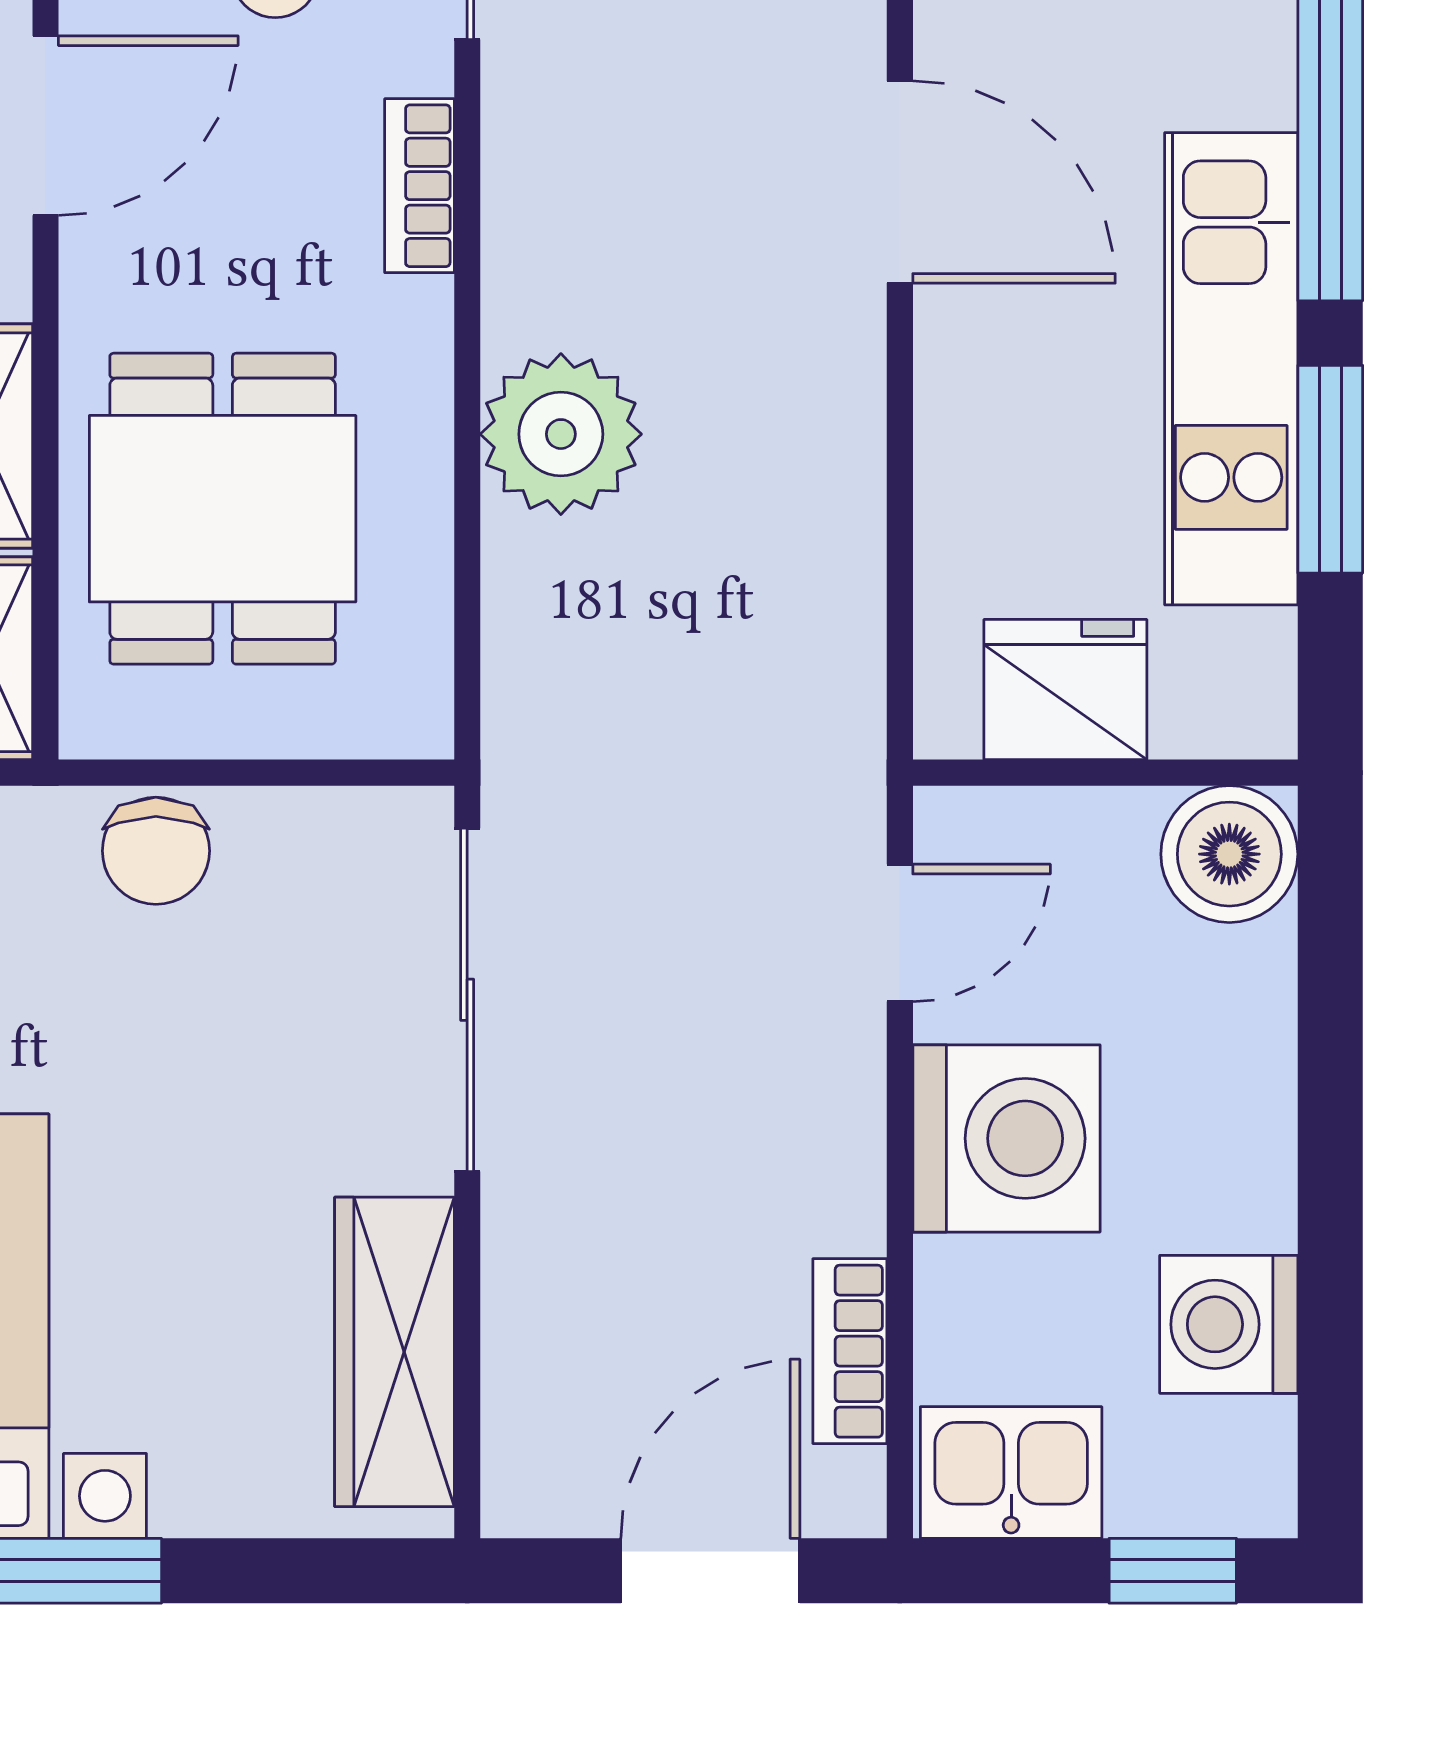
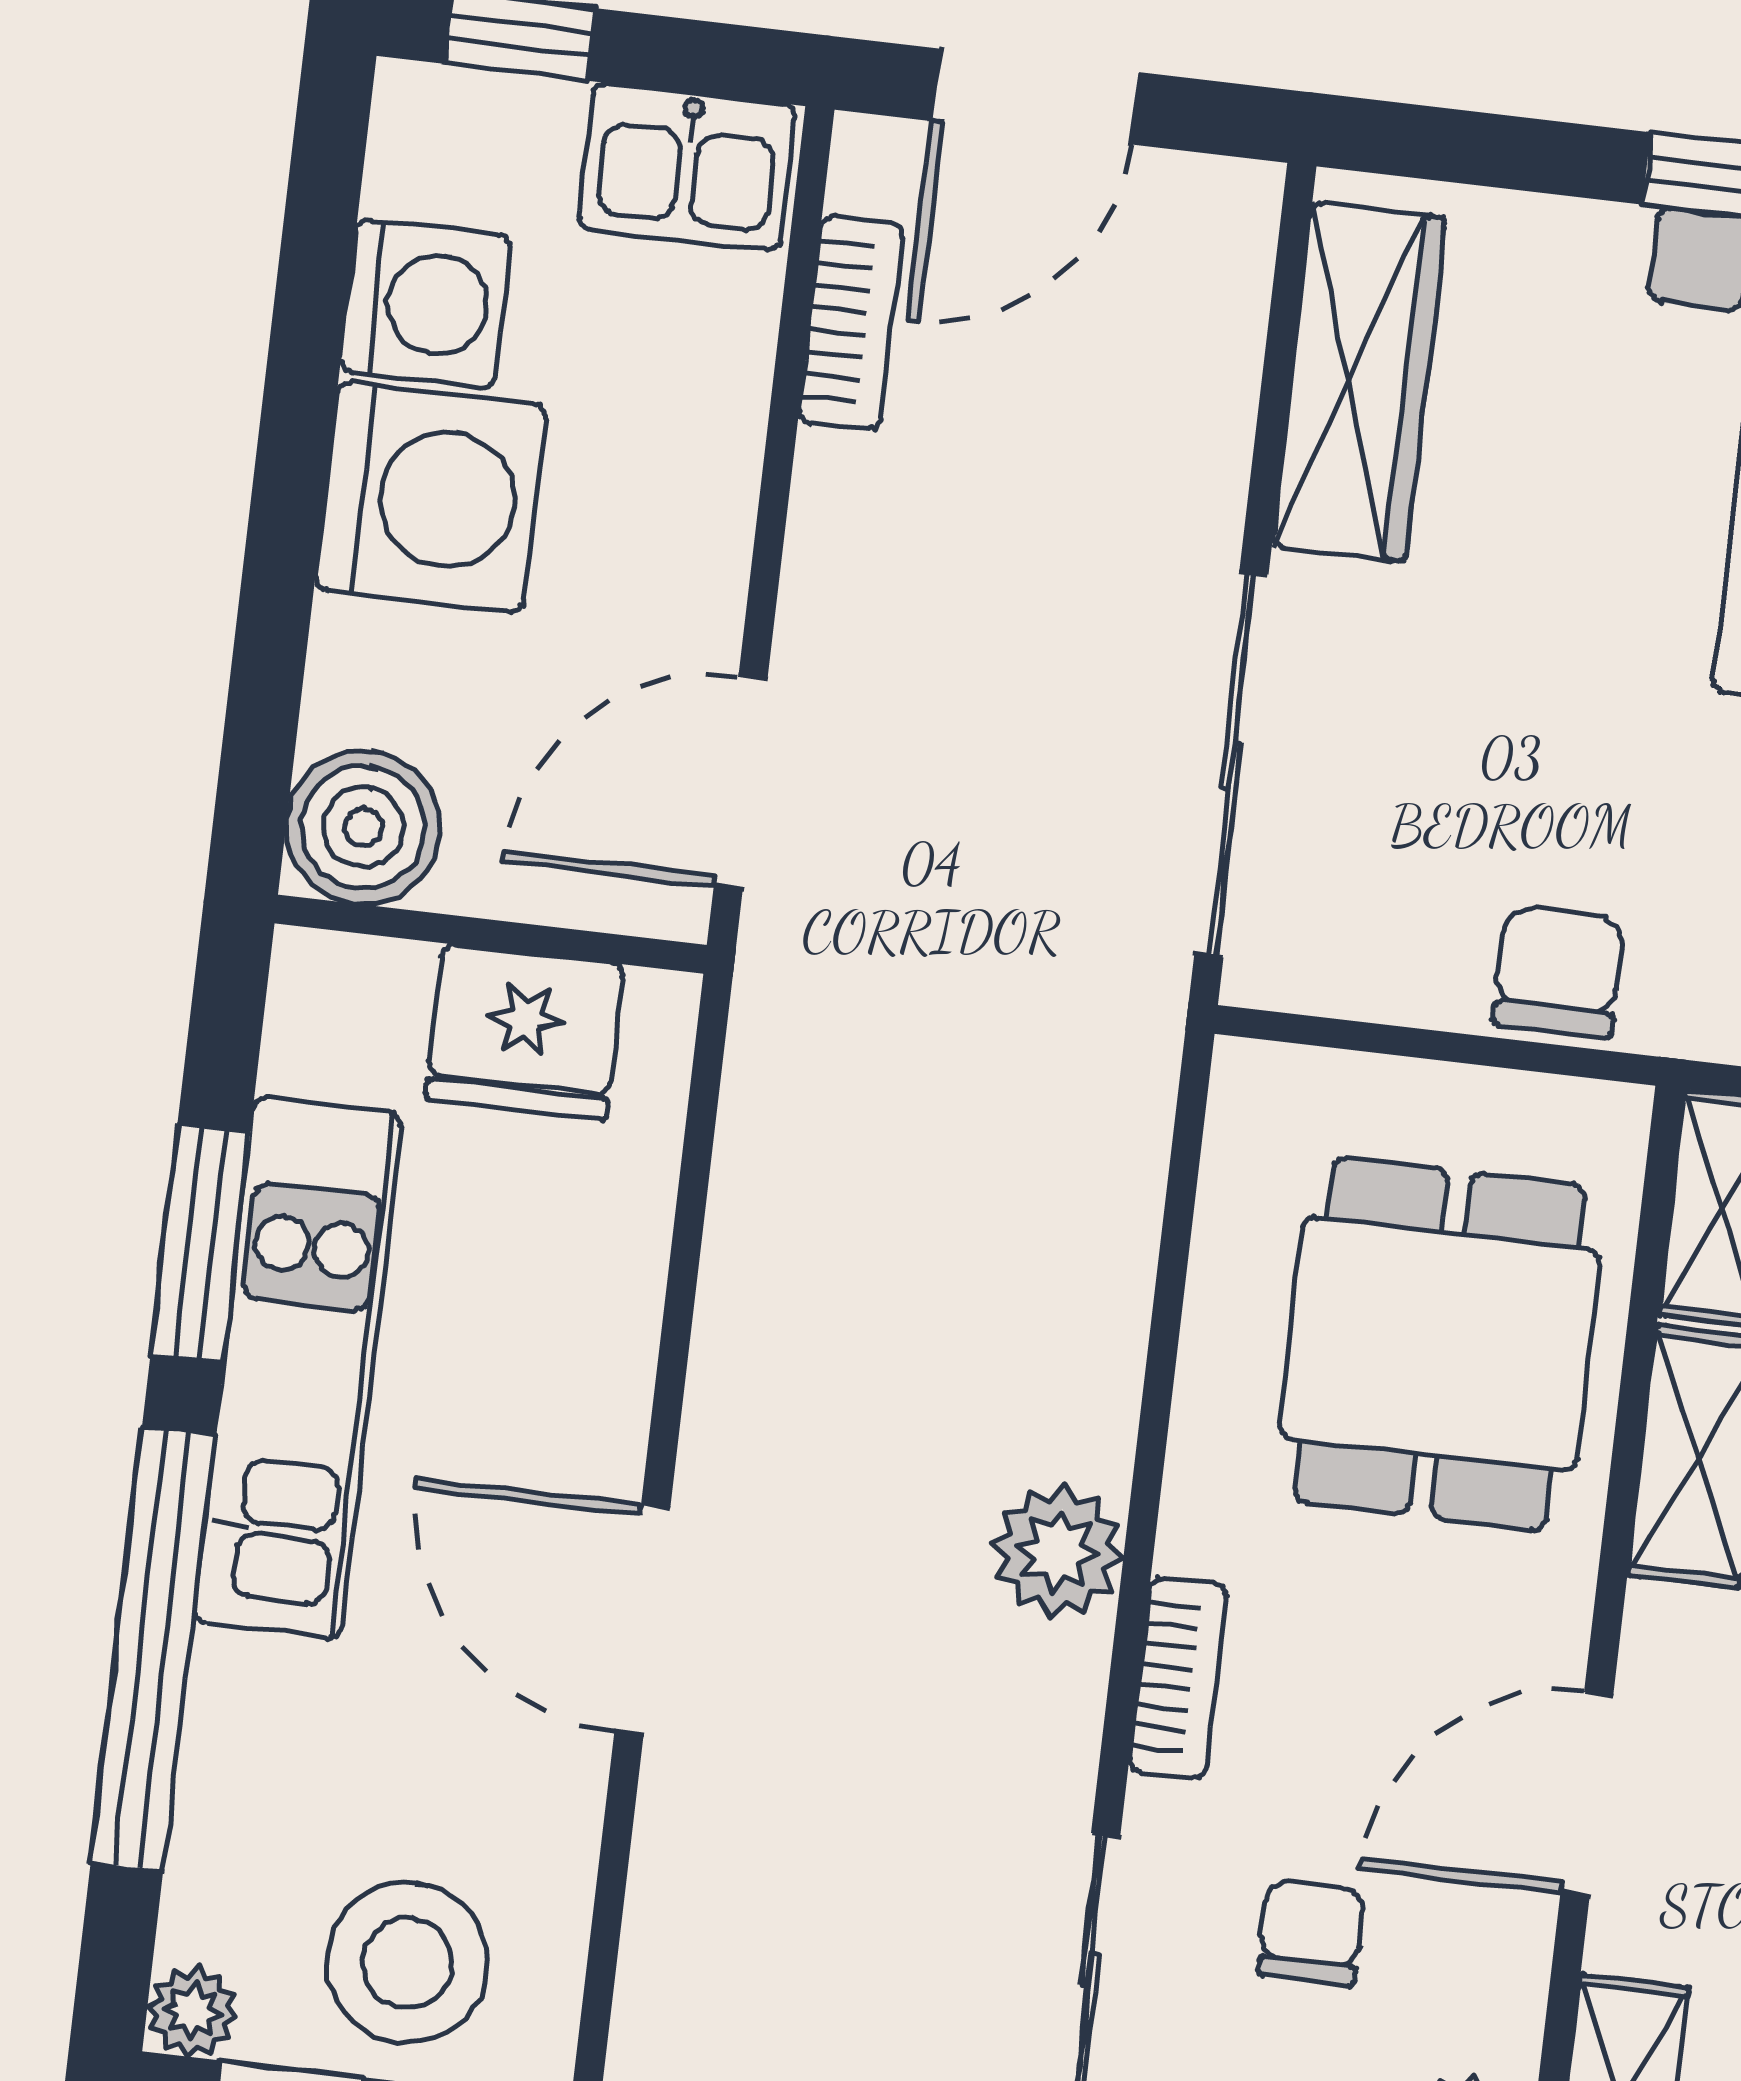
plant: (561, 434) -> (1057, 1551), moved, width x0.73, depth x0.73
door: (900, 933) -> (741, 782), width x1.38
washing machine: (1006, 1138) -> (430, 497), moved, turned 180

